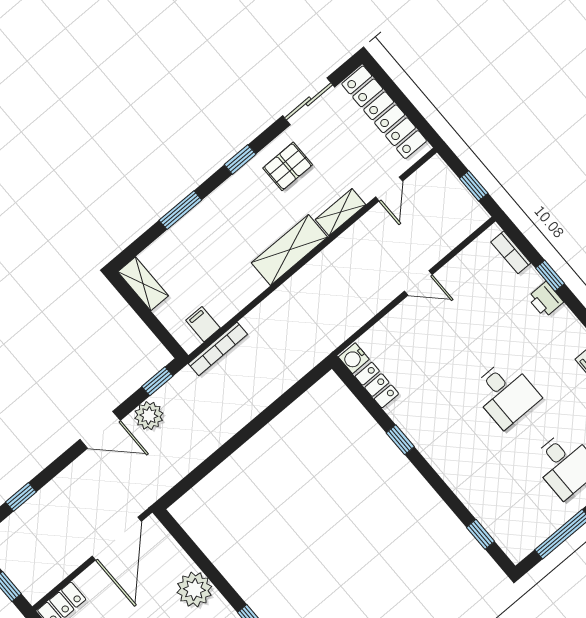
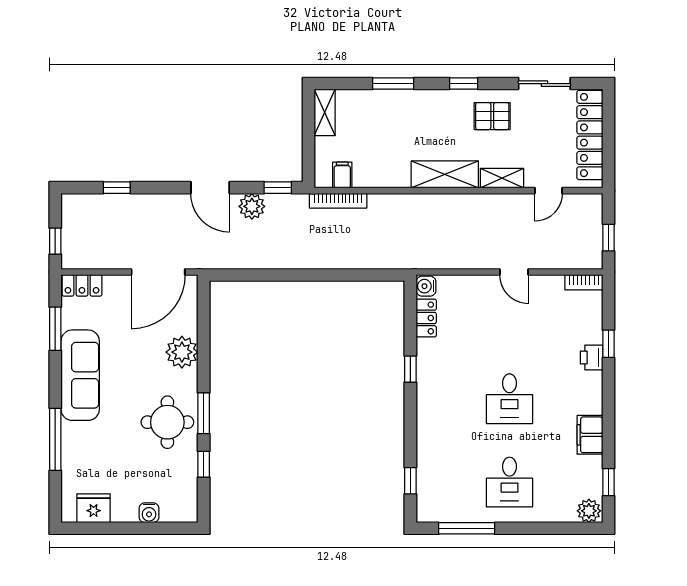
bookcase: (511, 252) -> (584, 282), moved, turned -90

